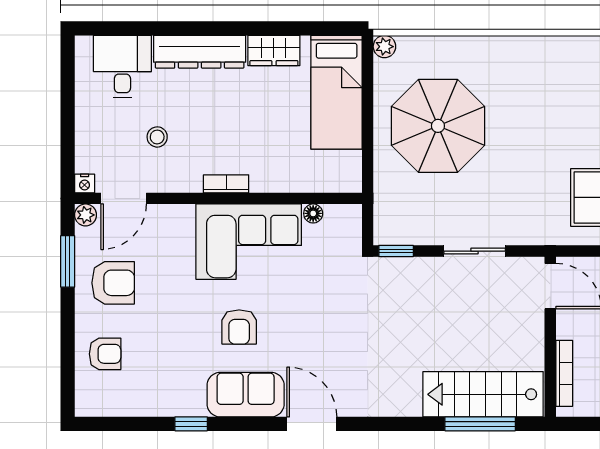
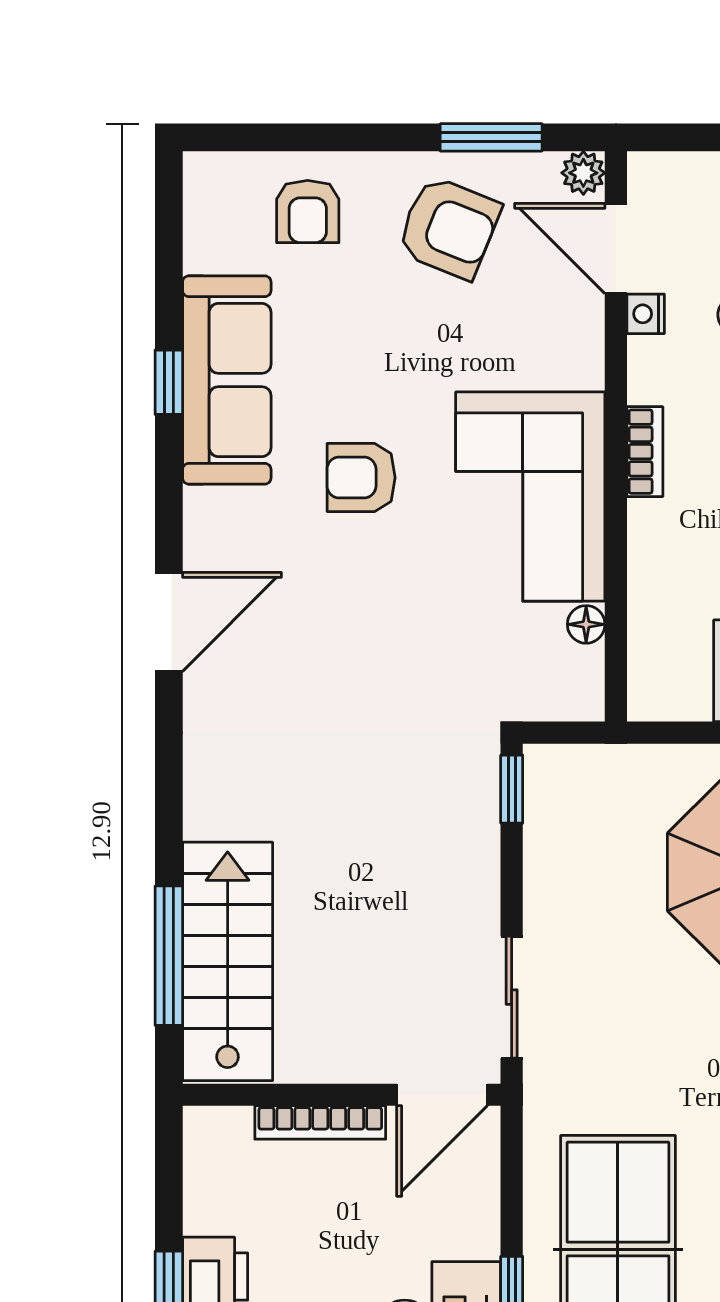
nightstand: (85, 184) -> (646, 314), moved
sliding door: (475, 251) -> (512, 997), moved
armchair: (113, 283) -> (449, 228), turned -68
bookcase: (564, 373) -> (320, 1122), moved
sofa: (246, 395) -> (227, 380), moved, width x1.36

